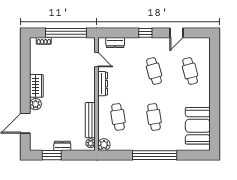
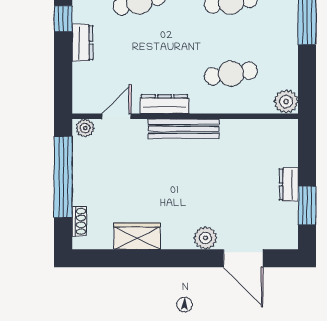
dresser: (115, 42) -> (82, 43), moved
wardrobe: (36, 86) -> (137, 236), moved
bench: (90, 120) -> (184, 129), moved
plant: (91, 143) -> (85, 128), moved

